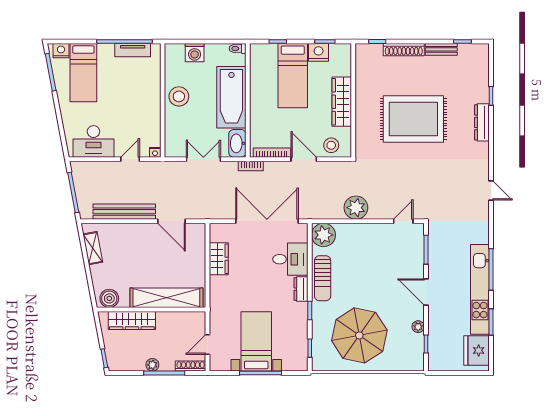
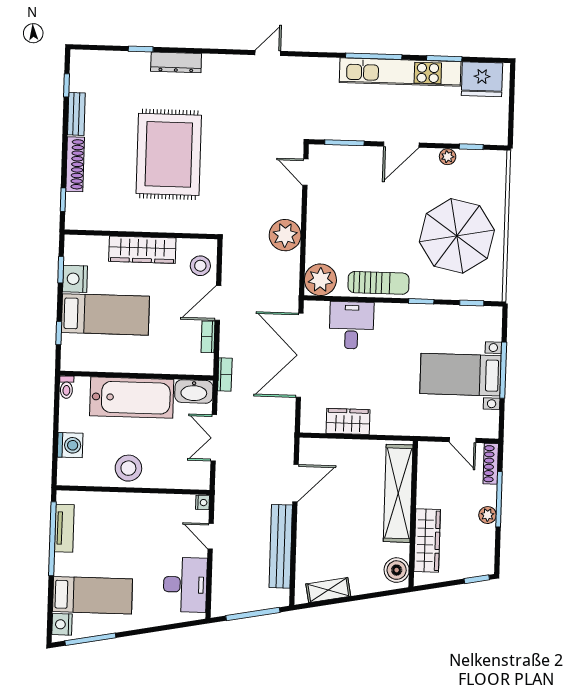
bookcase: (272, 153) -> (208, 337), width x0.64
dresser: (301, 289) -> (392, 312), removed

